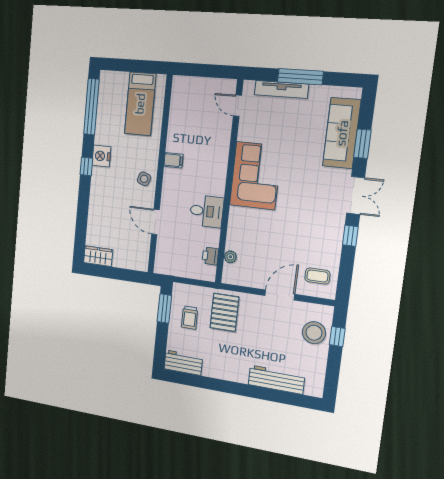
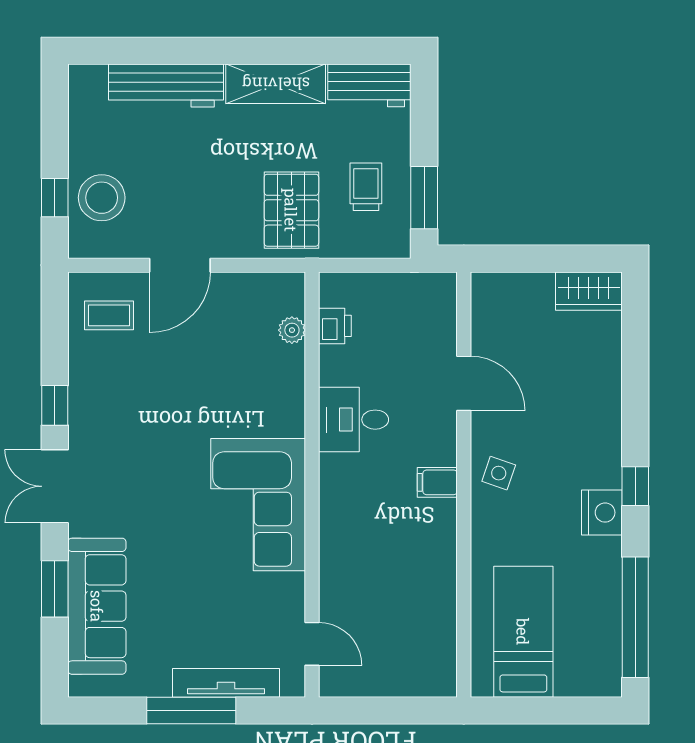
filing cabinet: (173, 160) -> (437, 482), moved
shelving: (225, 371) -> (276, 84), added

